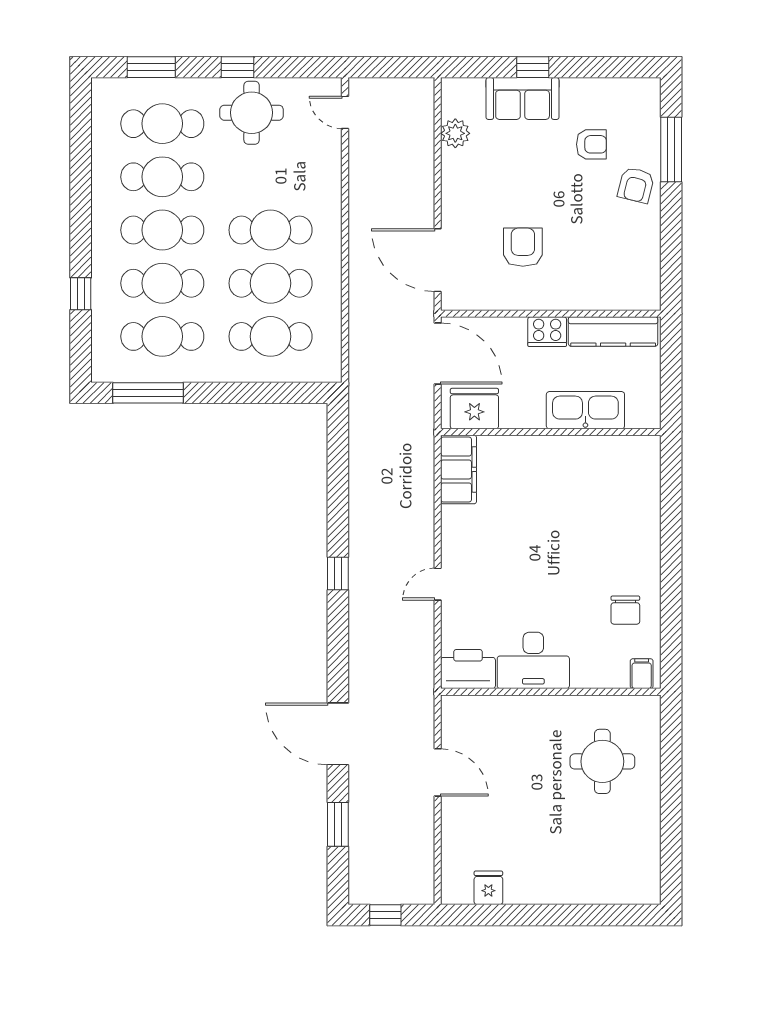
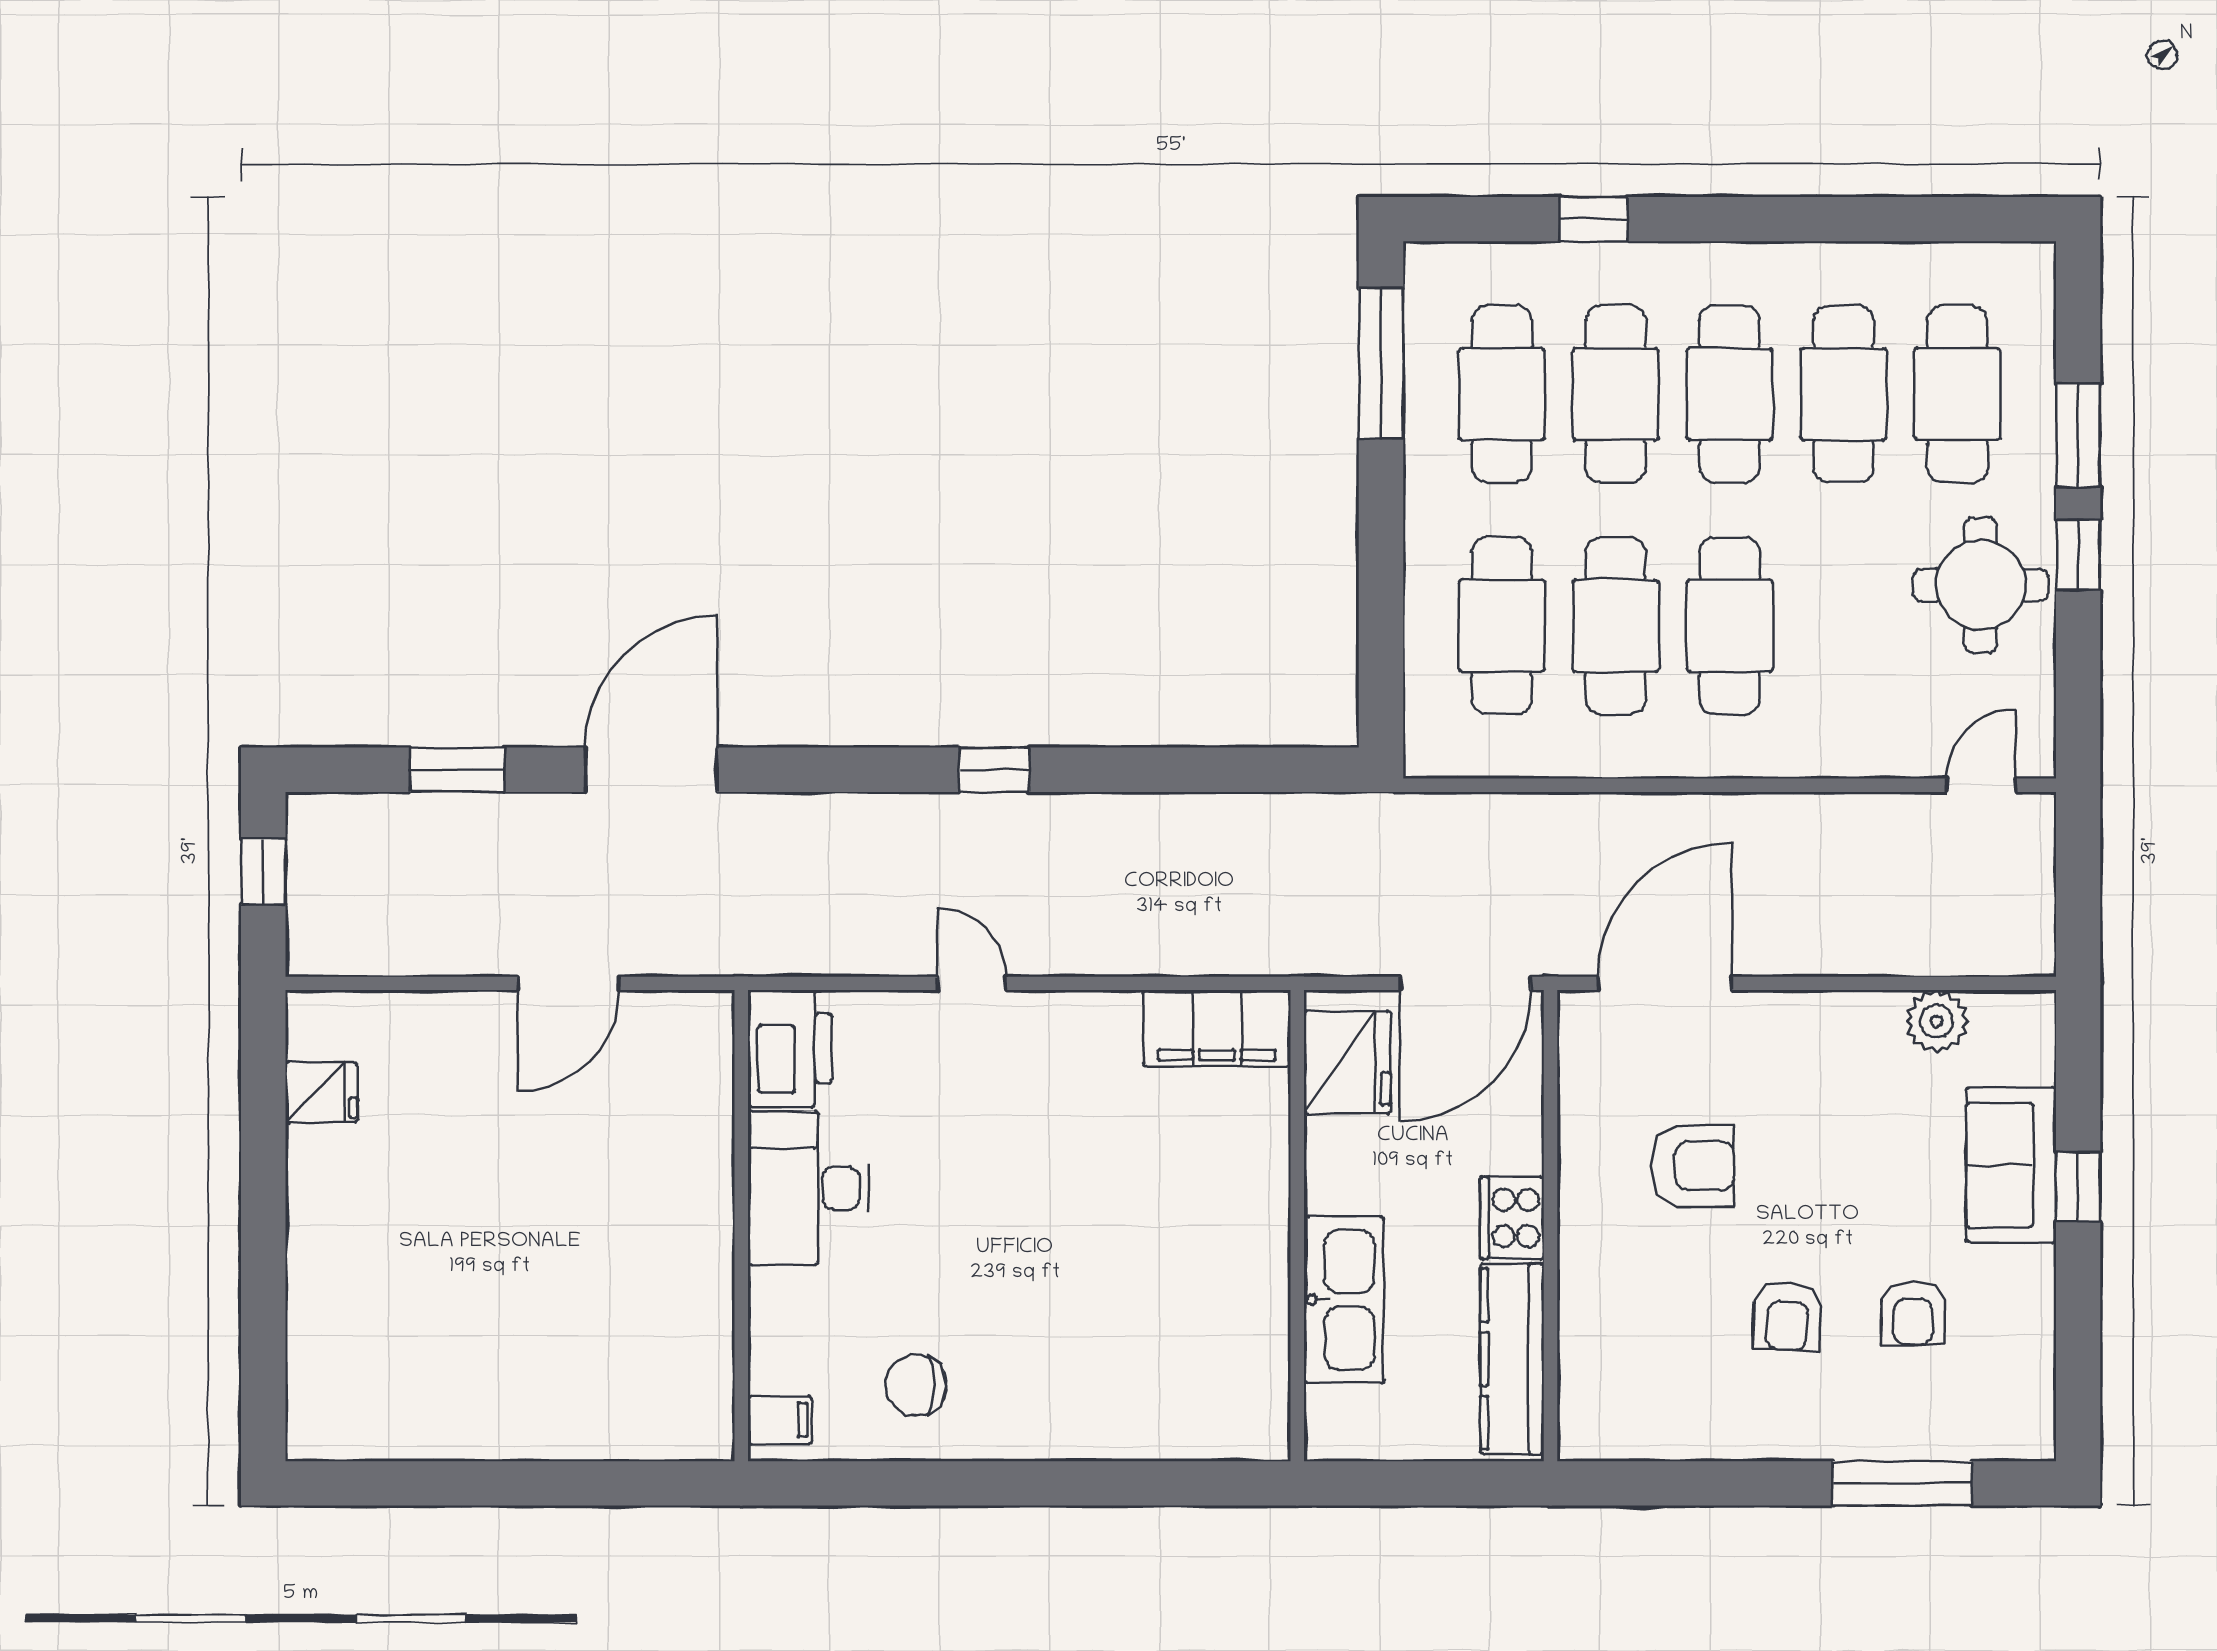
window: (151, 67) -> (2078, 435), moved
armchair: (636, 185) -> (1787, 1316), moved, turned -100
round table: (602, 761) -> (592, 1336), removed

